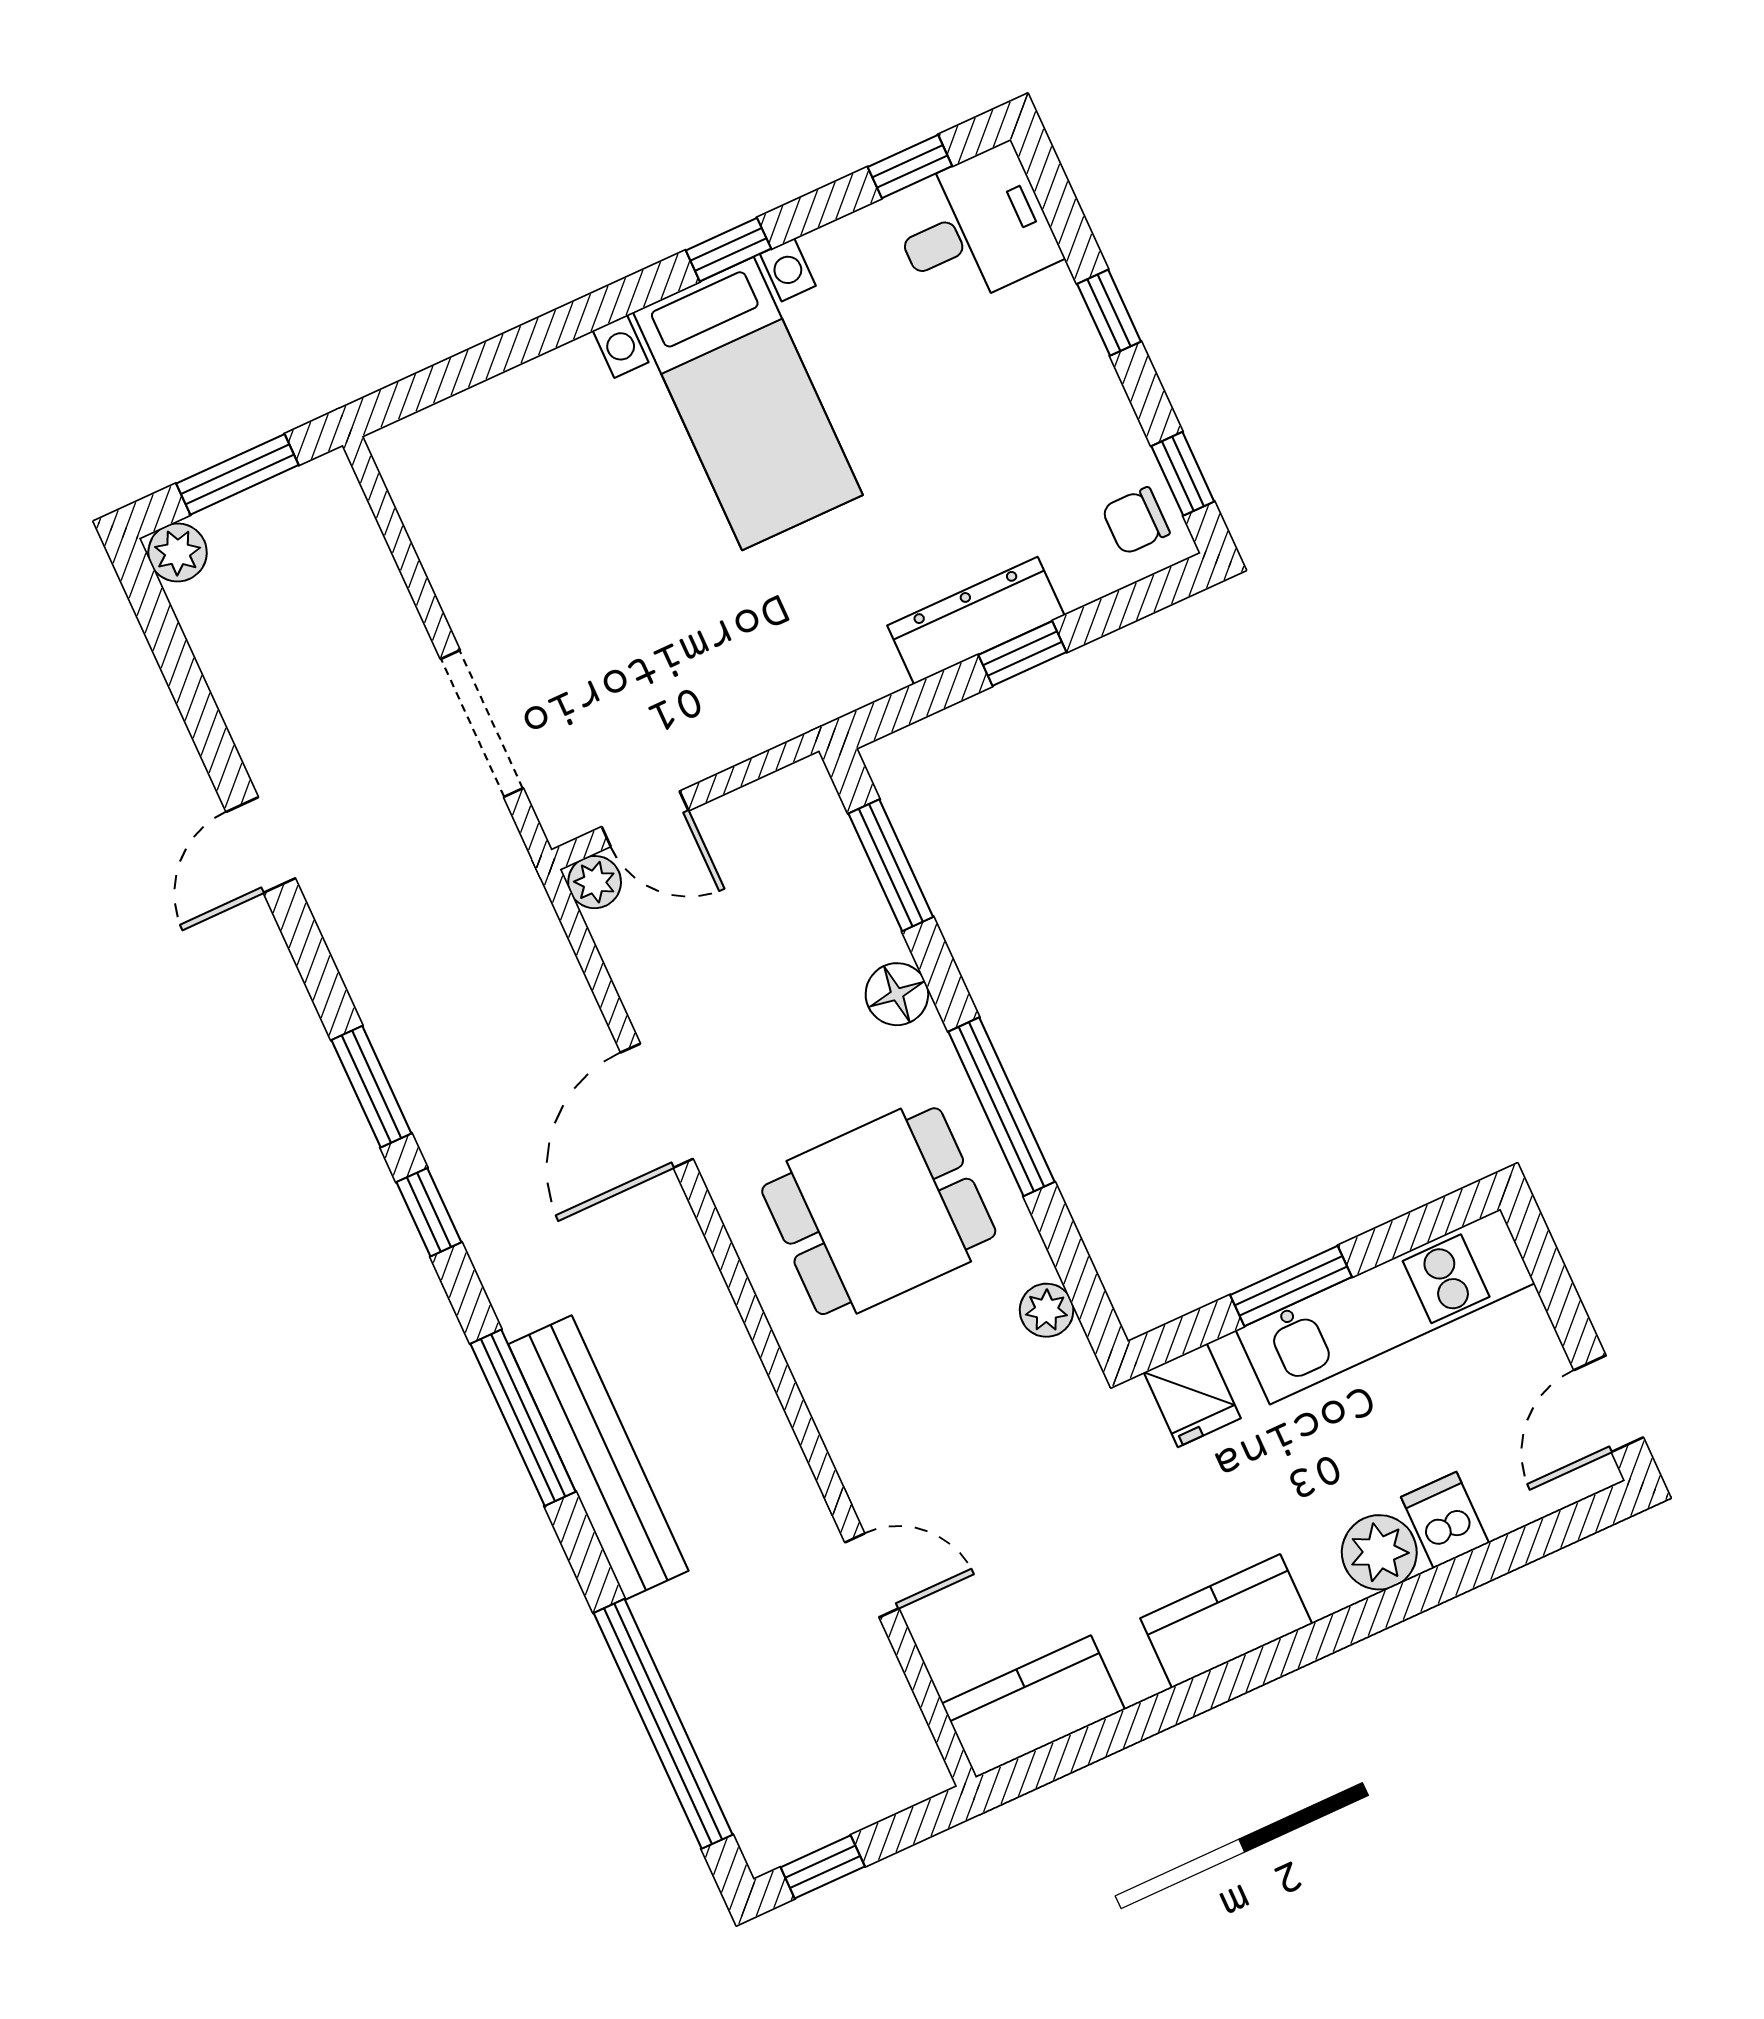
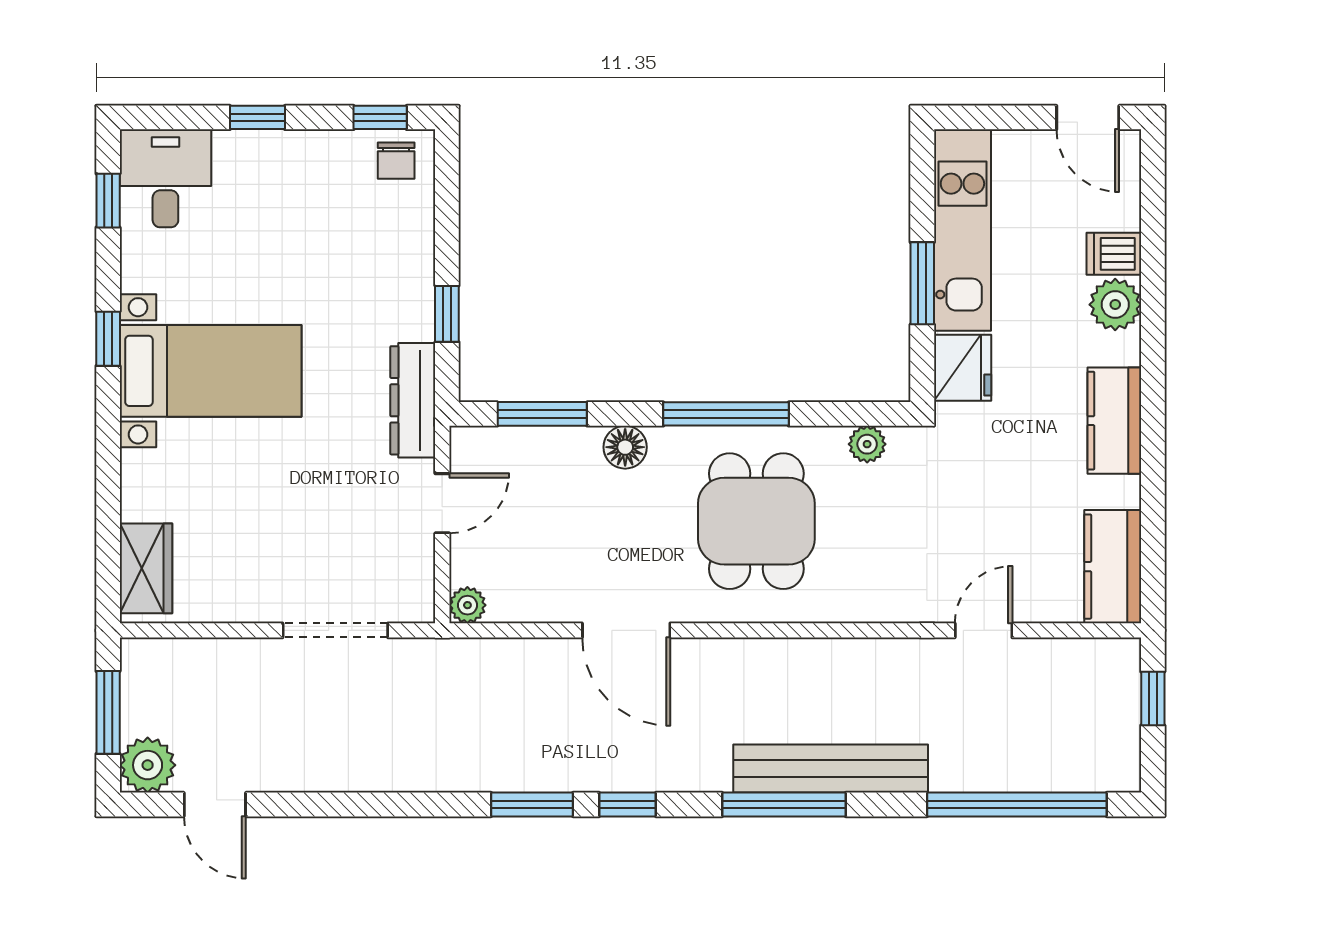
wardrobe: (450, 437) -> (146, 568), added
plant: (178, 552) -> (148, 765), width x1.38, depth x1.38
dresser: (976, 620) -> (413, 400), moved
window: (1022, 653) -> (447, 314), moved
door: (645, 819) -> (442, 503), moved
door: (261, 845) -> (215, 805), moved
fridge: (1192, 1395) -> (963, 368), width x1.38
window: (823, 1867) -> (1153, 699), moved

